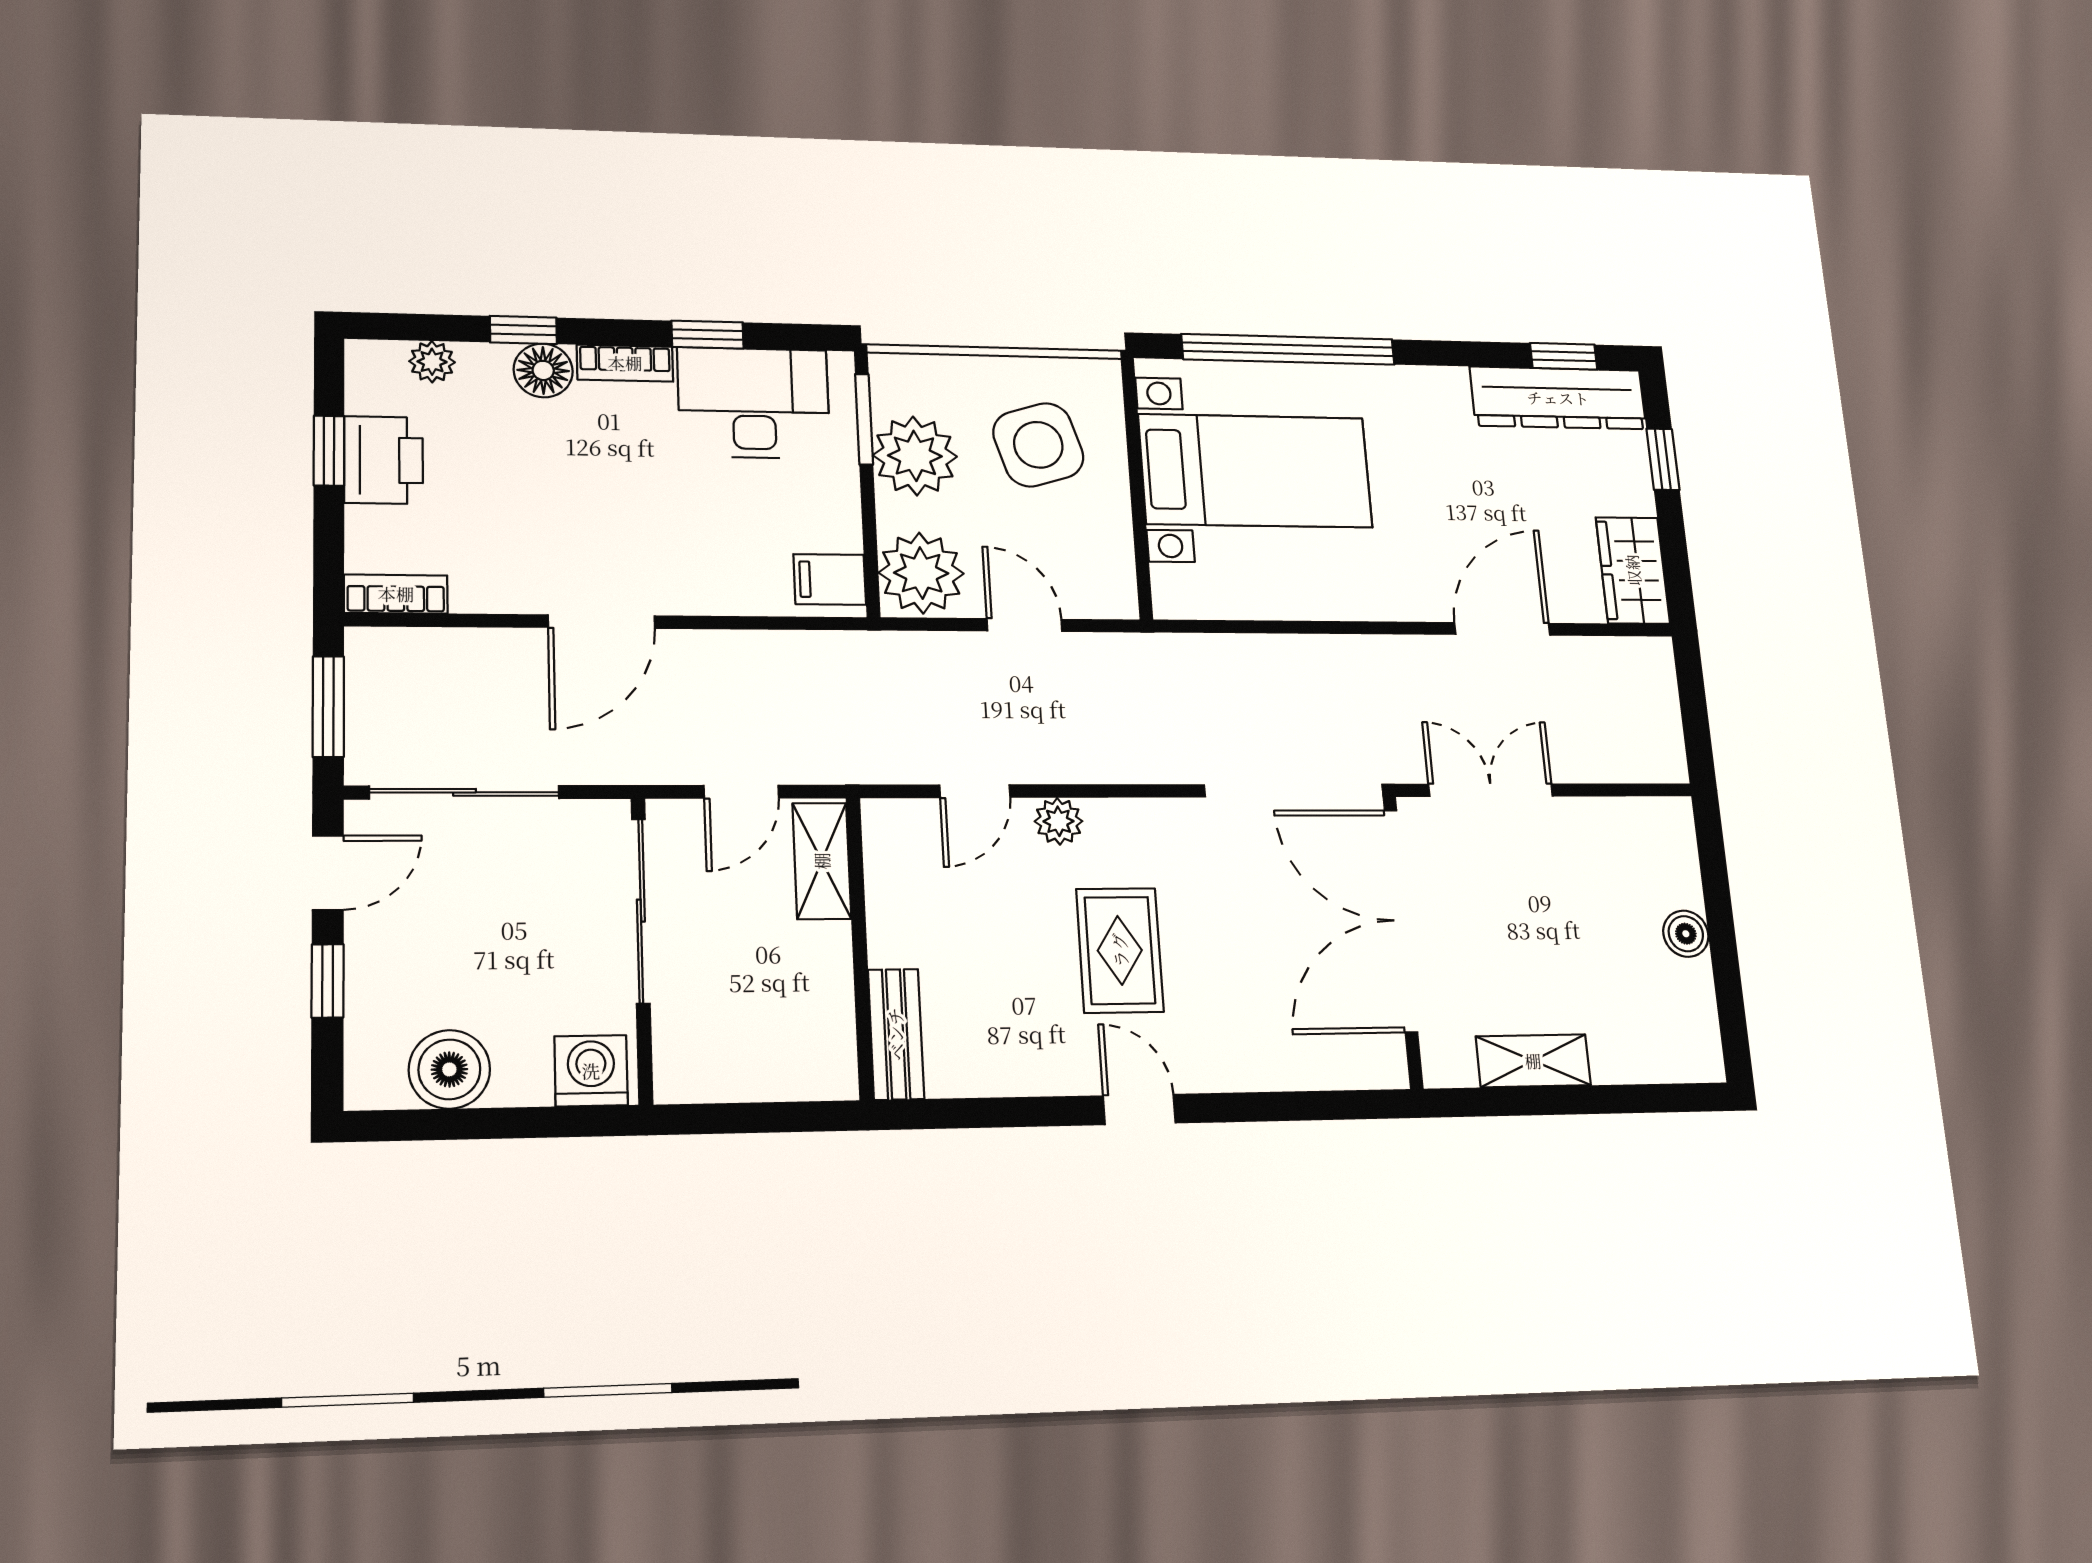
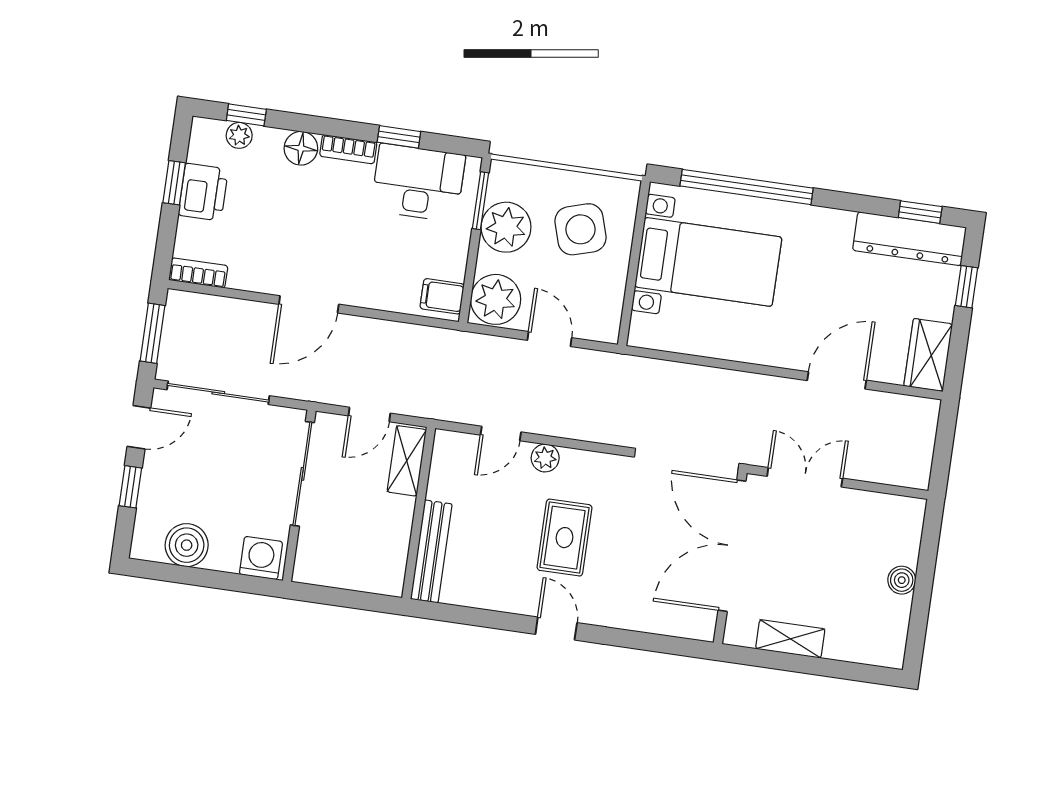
window: (523, 330) -> (246, 115), moved
bench: (896, 1034) -> (431, 551), width x1.36

